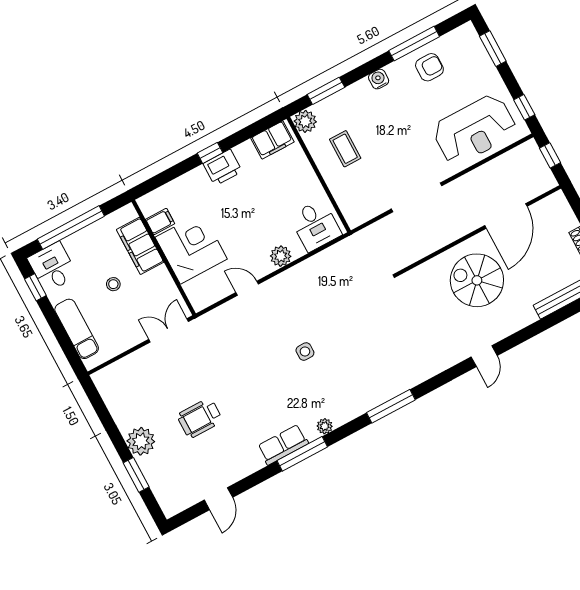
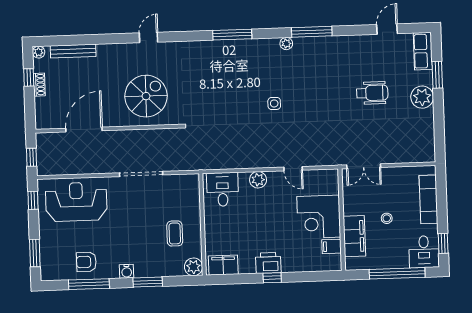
window: (326, 91) -> (148, 282), moved
spiral stairs: (477, 280) -> (146, 96), moved, turned -90
row of seats: (283, 445) -> (423, 51), moved, turned 90

